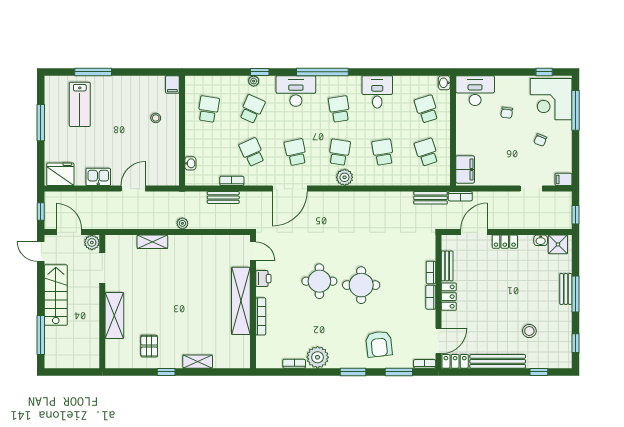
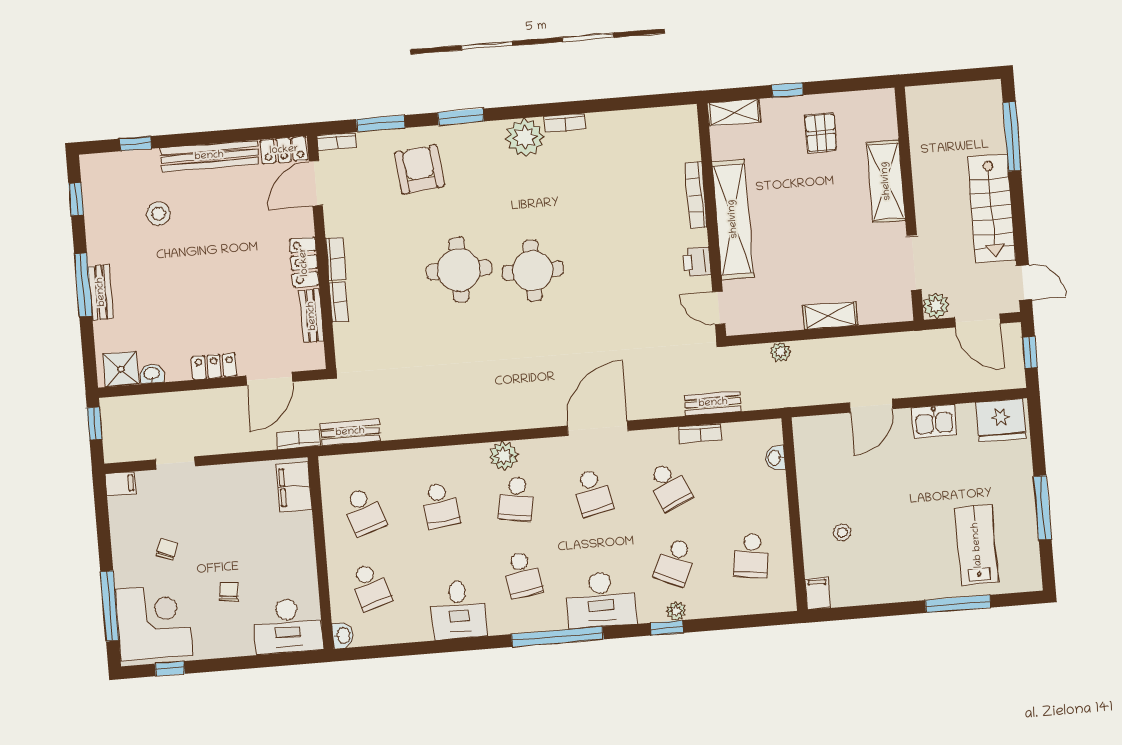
door: (253, 251) -> (719, 308), moved
printer: (263, 279) -> (697, 262), moved
shelving: (241, 301) -> (733, 219), moved
wall: (253, 302) -> (712, 220), moved
bookcase: (261, 316) -> (696, 195), moved

